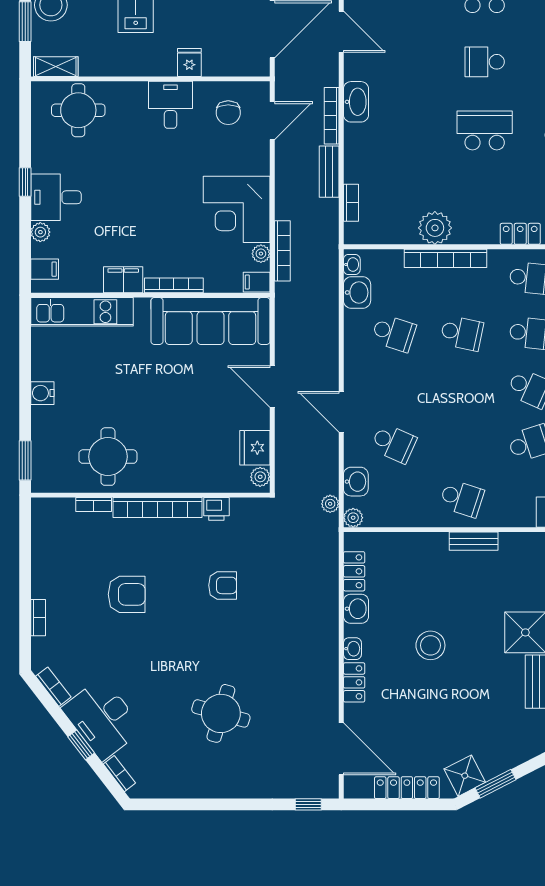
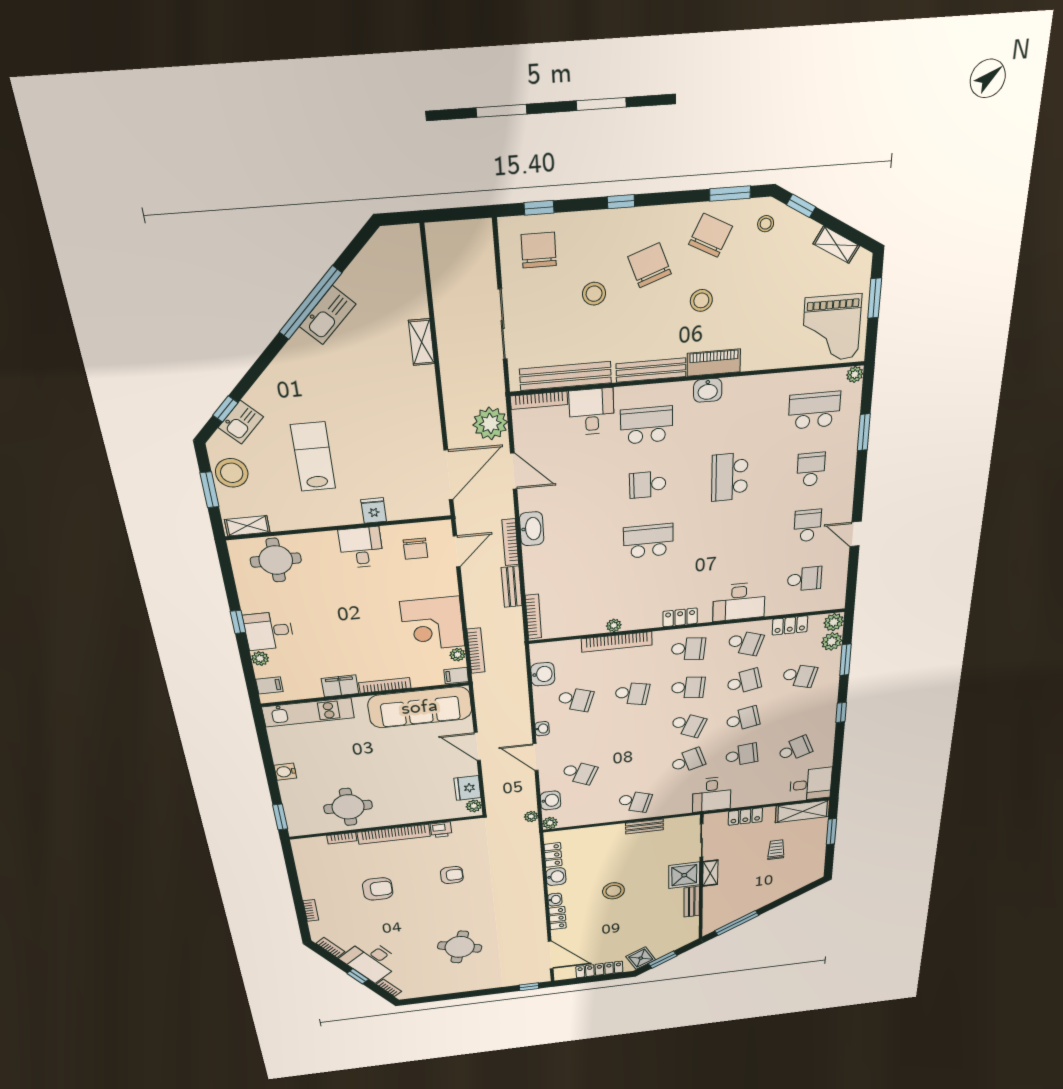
bookcase: (351, 203) -> (533, 617), width x1.56
plant: (435, 228) -> (614, 625), width x0.53, depth x0.53
washbasin: (352, 265) -> (542, 729), moved

